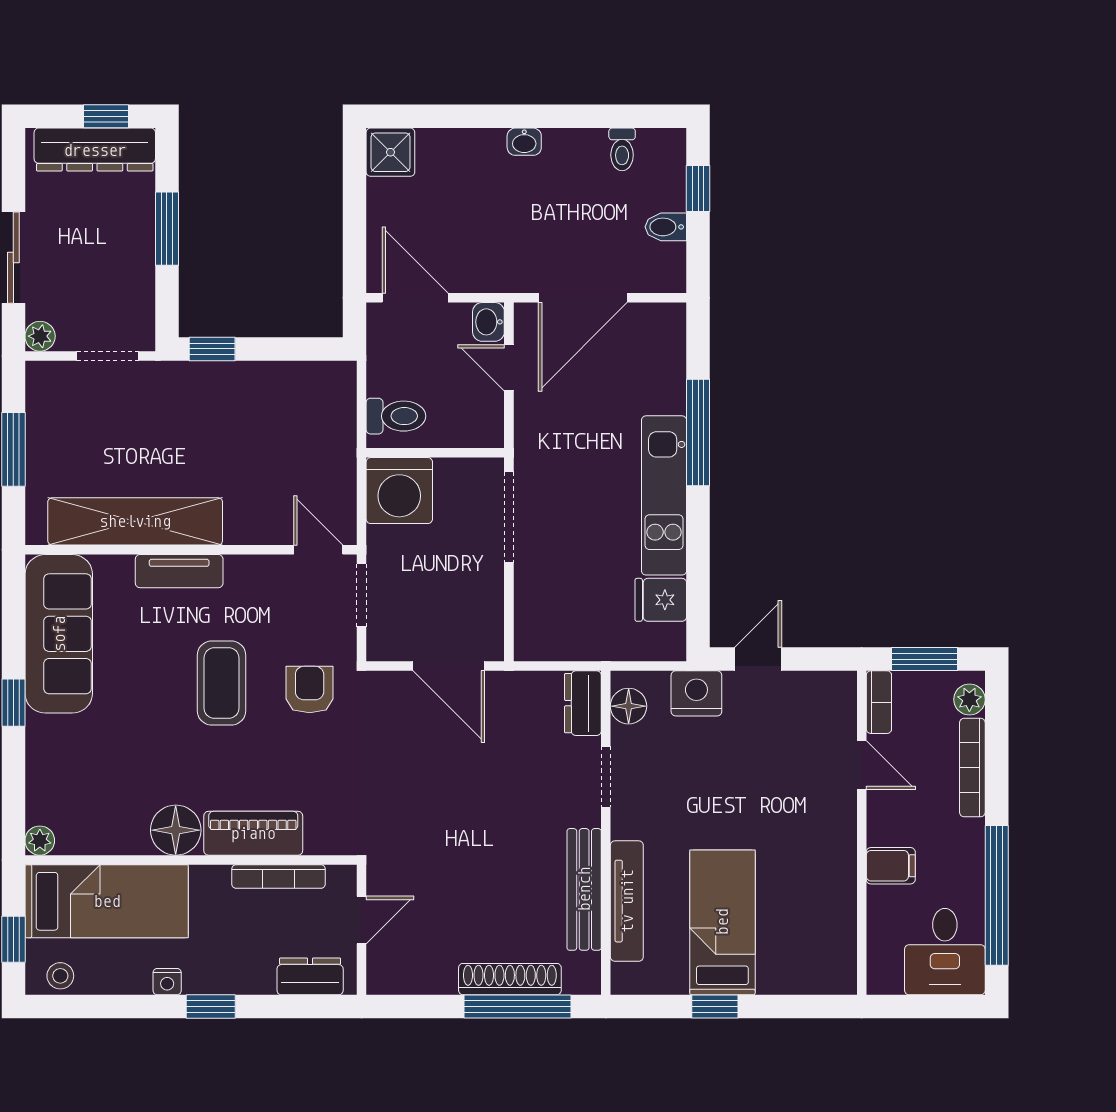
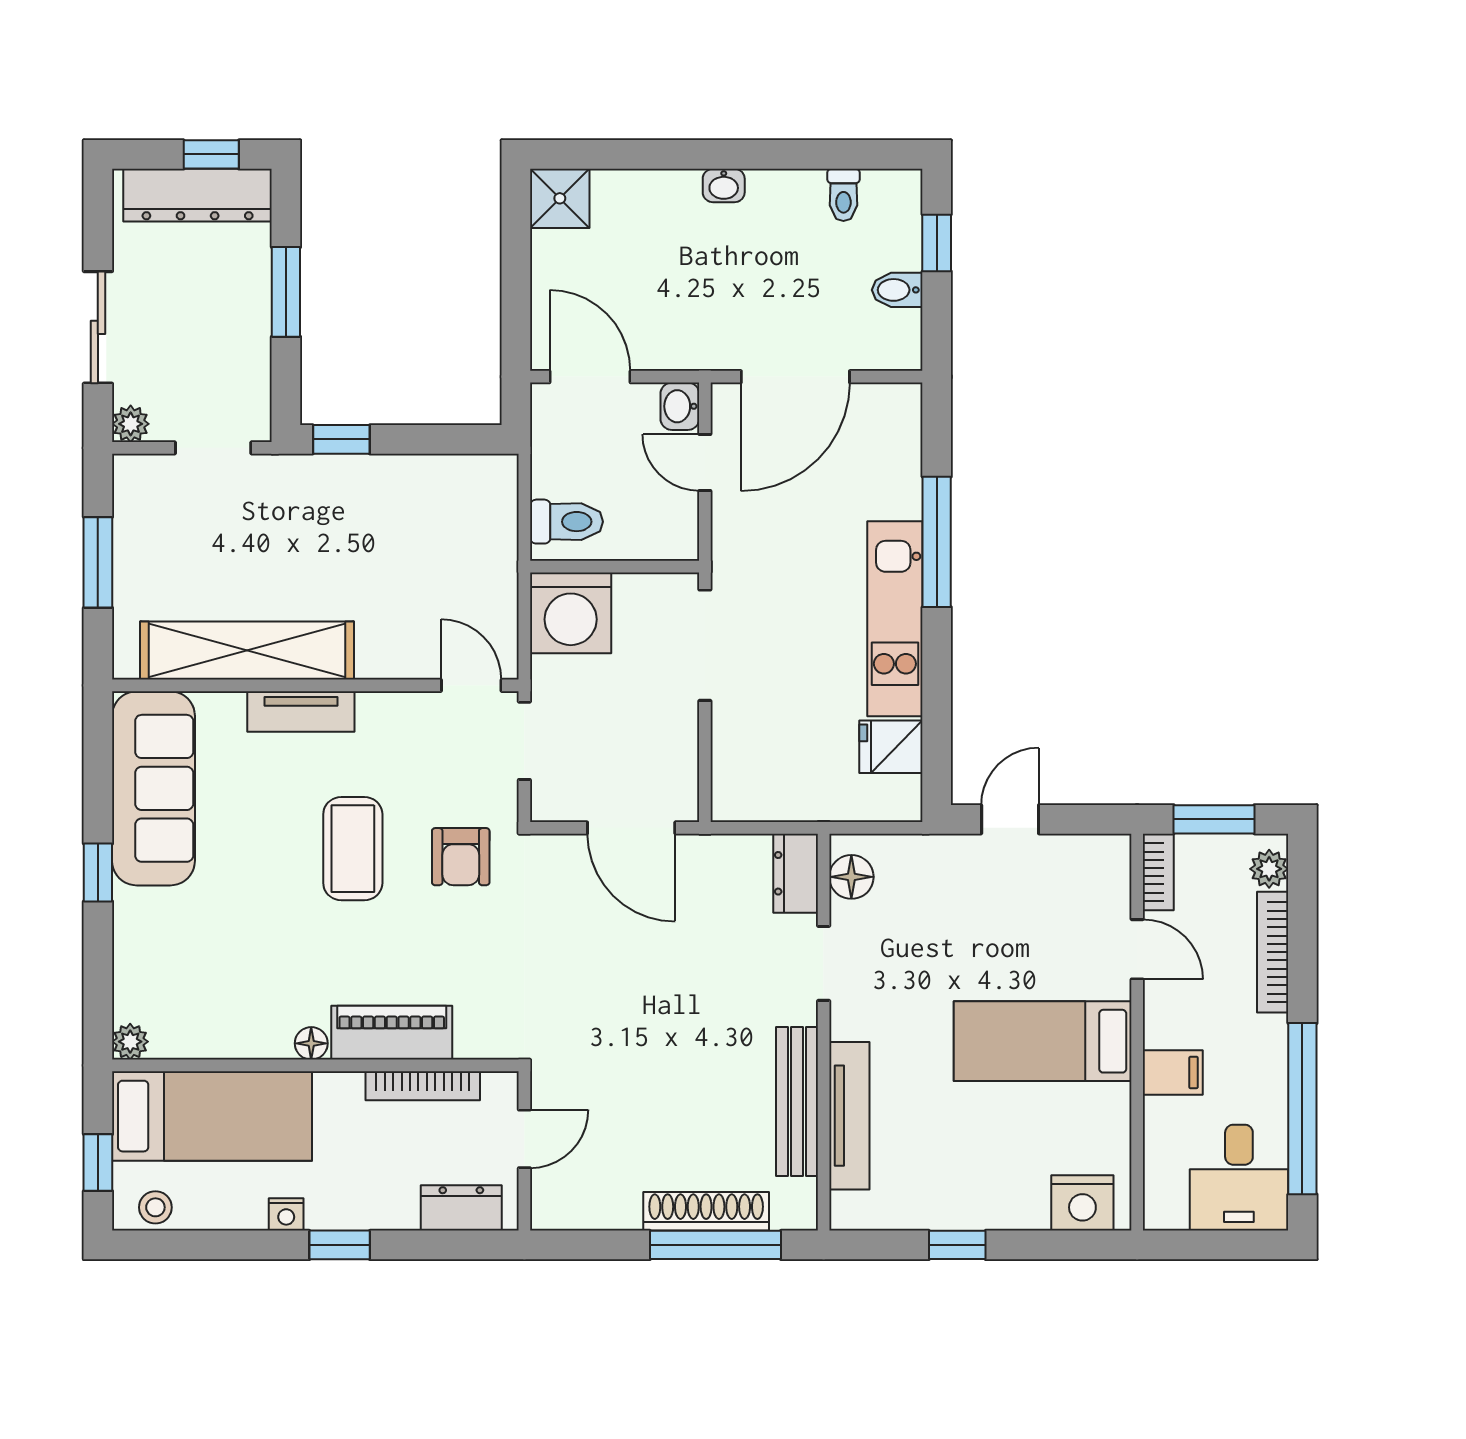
armchair: (310, 690) -> (461, 857), turned 180
nightstand: (696, 693) -> (1082, 1203), moved, turned 180
floor lamp: (176, 830) -> (311, 1043), width x0.53, depth x0.53
bed: (722, 922) -> (1043, 1041), moved, turned -90

